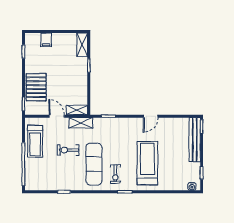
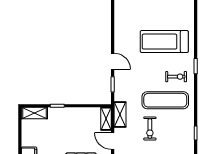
door: (57, 116) -> (113, 141), hinge flipped
door: (151, 116) -> (113, 61), moved

